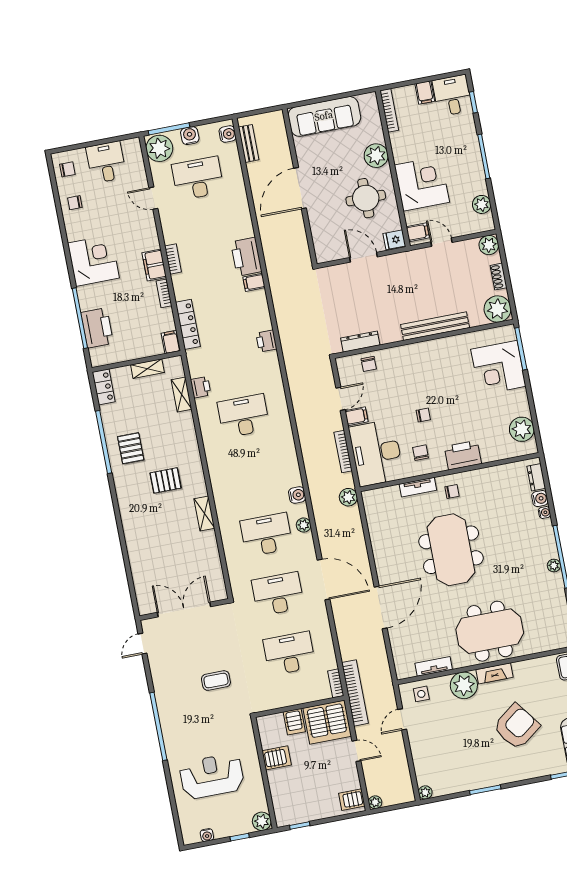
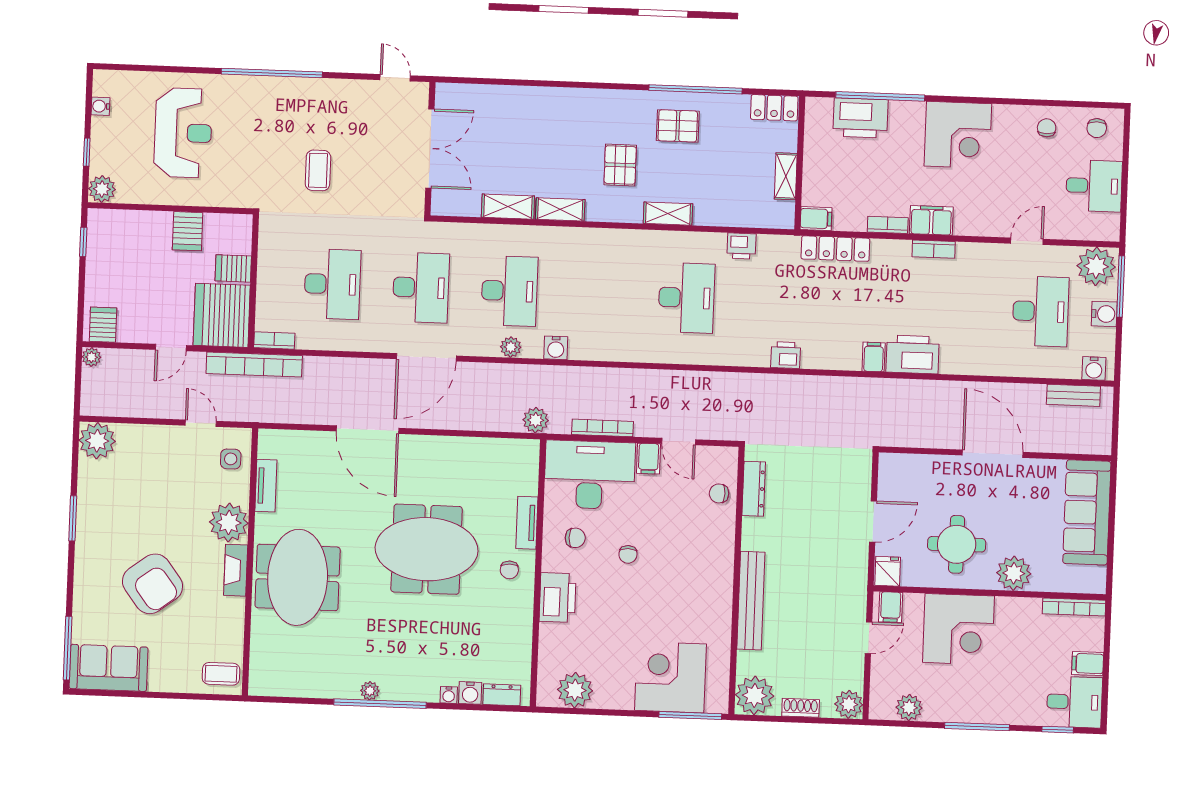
shelving: (182, 395) -> (668, 214), moved
shelving: (211, 549) -> (508, 207), added
plant: (425, 792) -> (97, 441), width x1.87, depth x1.87

